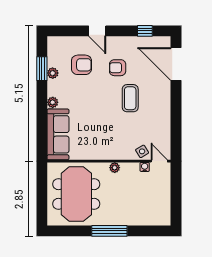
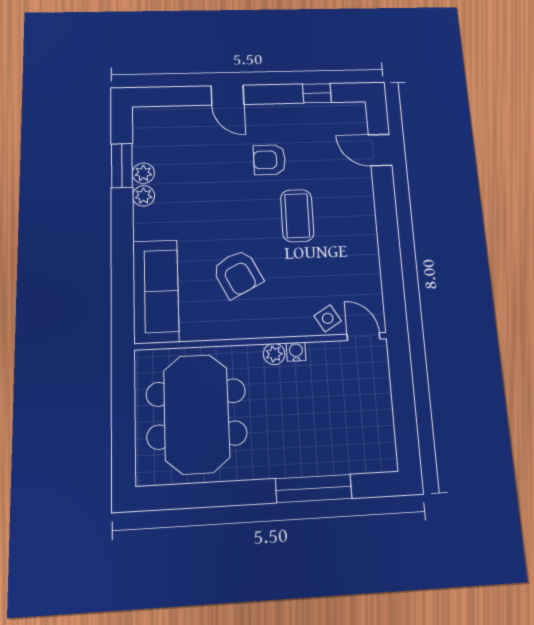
door: (176, 64) -> (380, 150), width x0.53
armchair: (81, 65) -> (238, 274), moved, turned 63
plant: (53, 102) -> (144, 196), moved
water cooler: (145, 167) -> (296, 352), moved
window: (109, 231) -> (314, 488), moved

